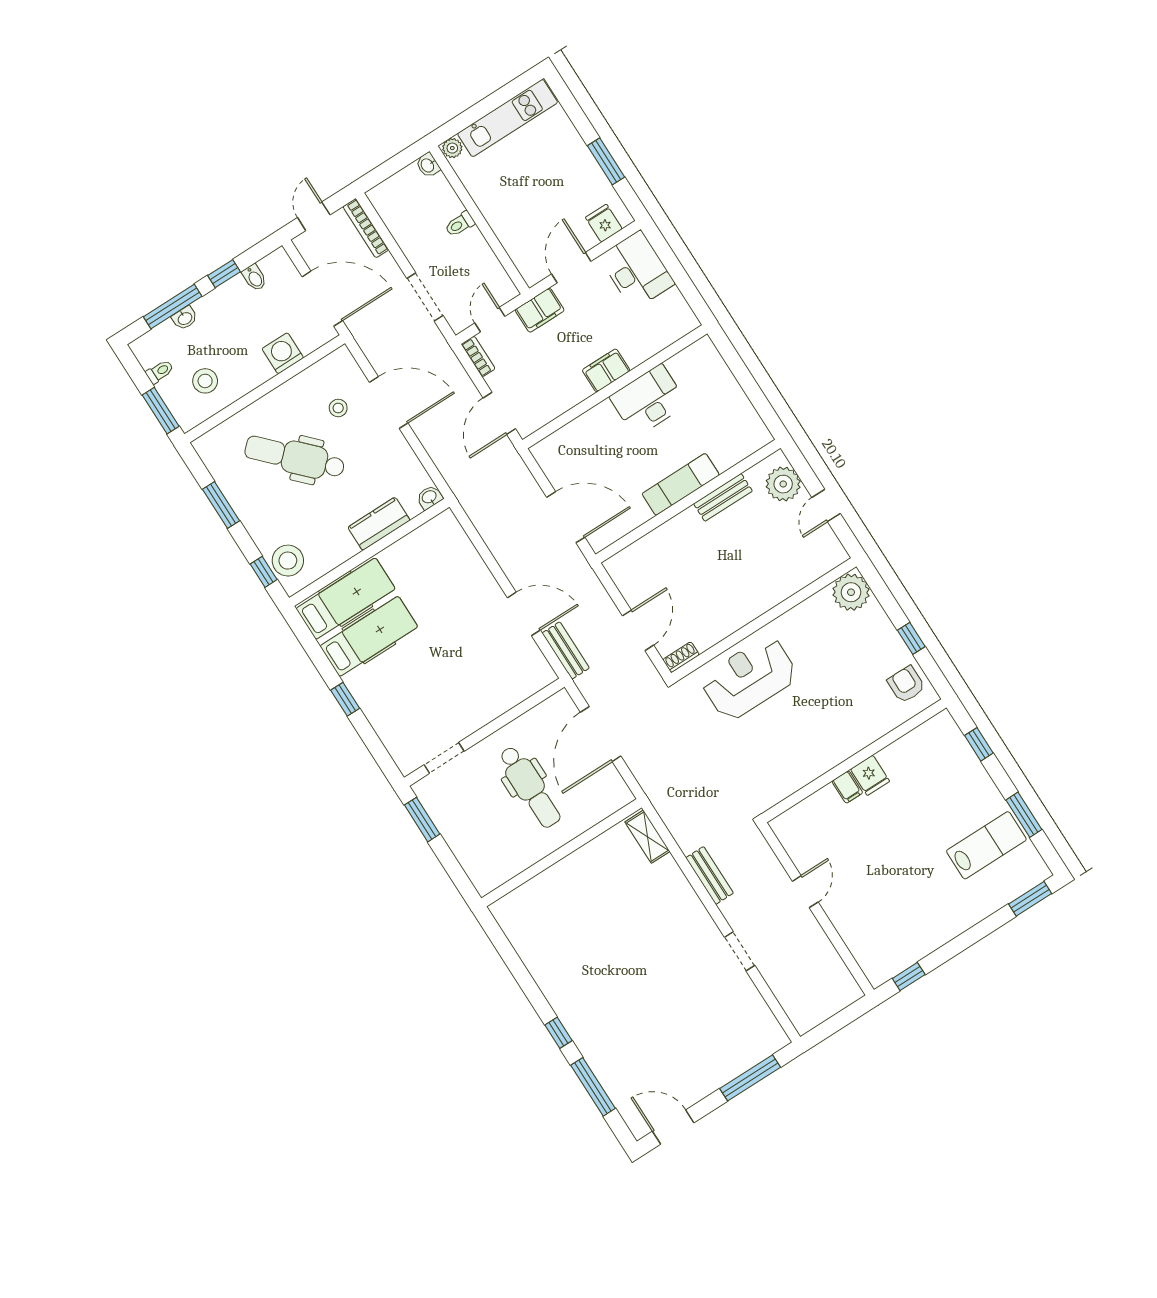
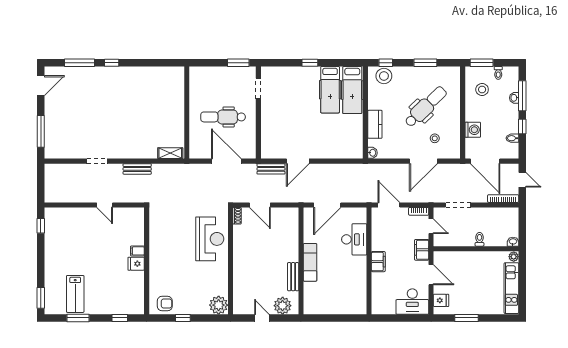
door: (322, 299) -> (485, 161), hinge flipped
desk: (648, 400) -> (354, 239), moved

